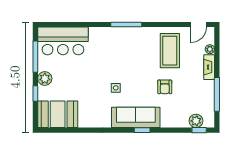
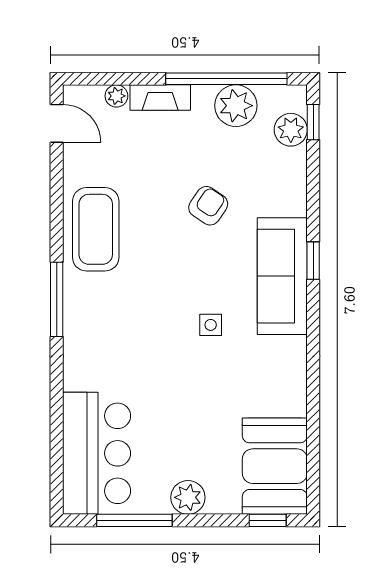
coffee table: (170, 51) -> (96, 229), moved, turned 90
armchair: (165, 87) -> (208, 206), turned -56
window: (35, 93) -> (268, 520), moved
window: (217, 94) -> (226, 79), width x1.46
plant: (206, 98) -> (236, 106), added

